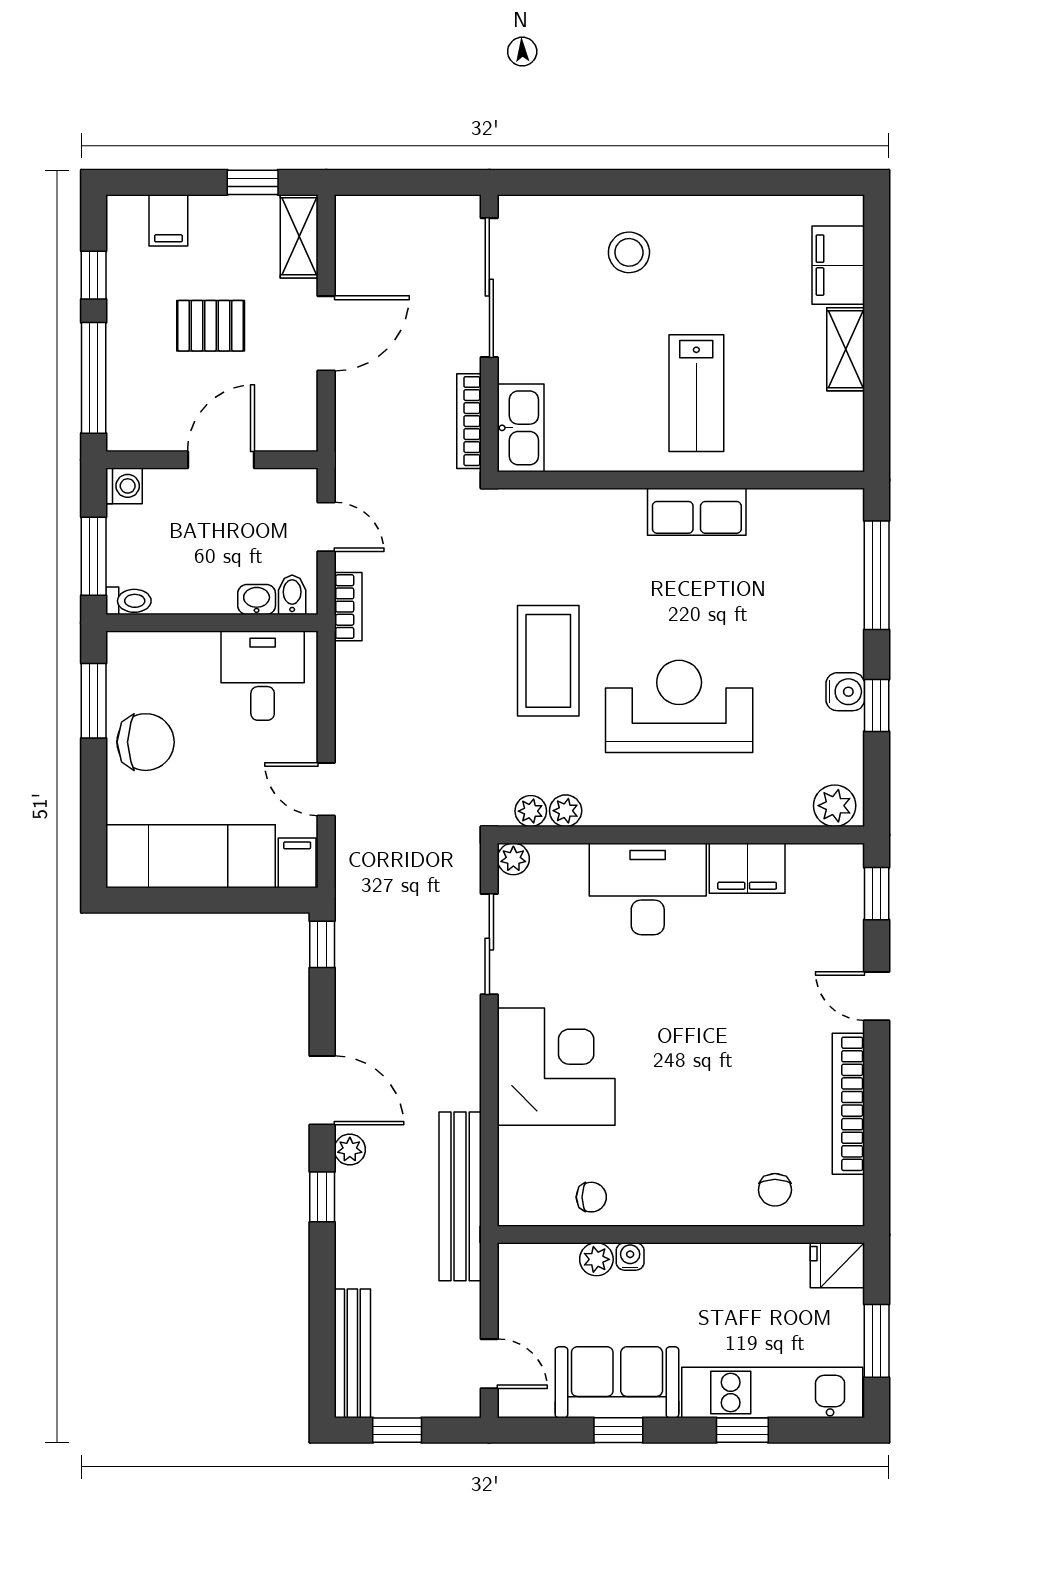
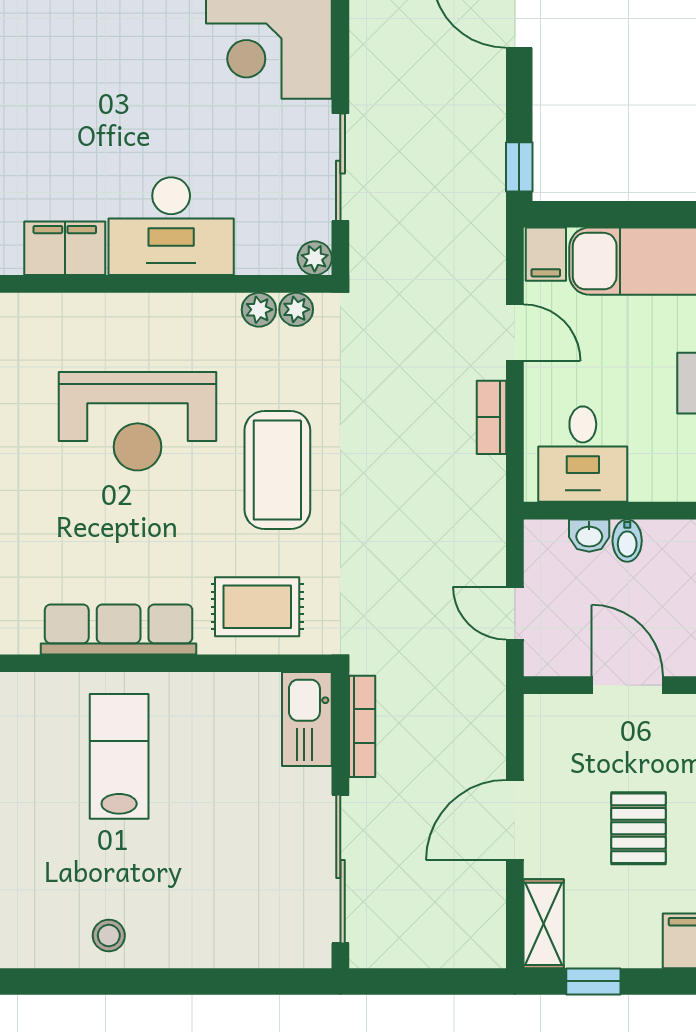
stool: (629, 252) -> (109, 936), moved, width x0.73, depth x0.73
pallet: (211, 326) -> (638, 828), turned 90
door: (221, 460) -> (627, 685), swing flipped
row of seats: (697, 512) -> (119, 629), width x1.48
rug: (567, 533) -> (257, 607), added
bidet: (292, 595) -> (627, 541), moved
bookcase: (348, 607) -> (491, 417), moved

